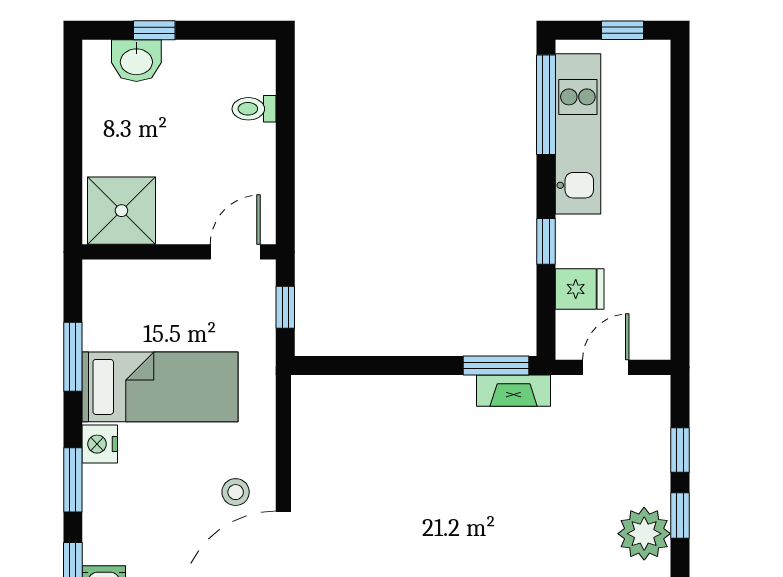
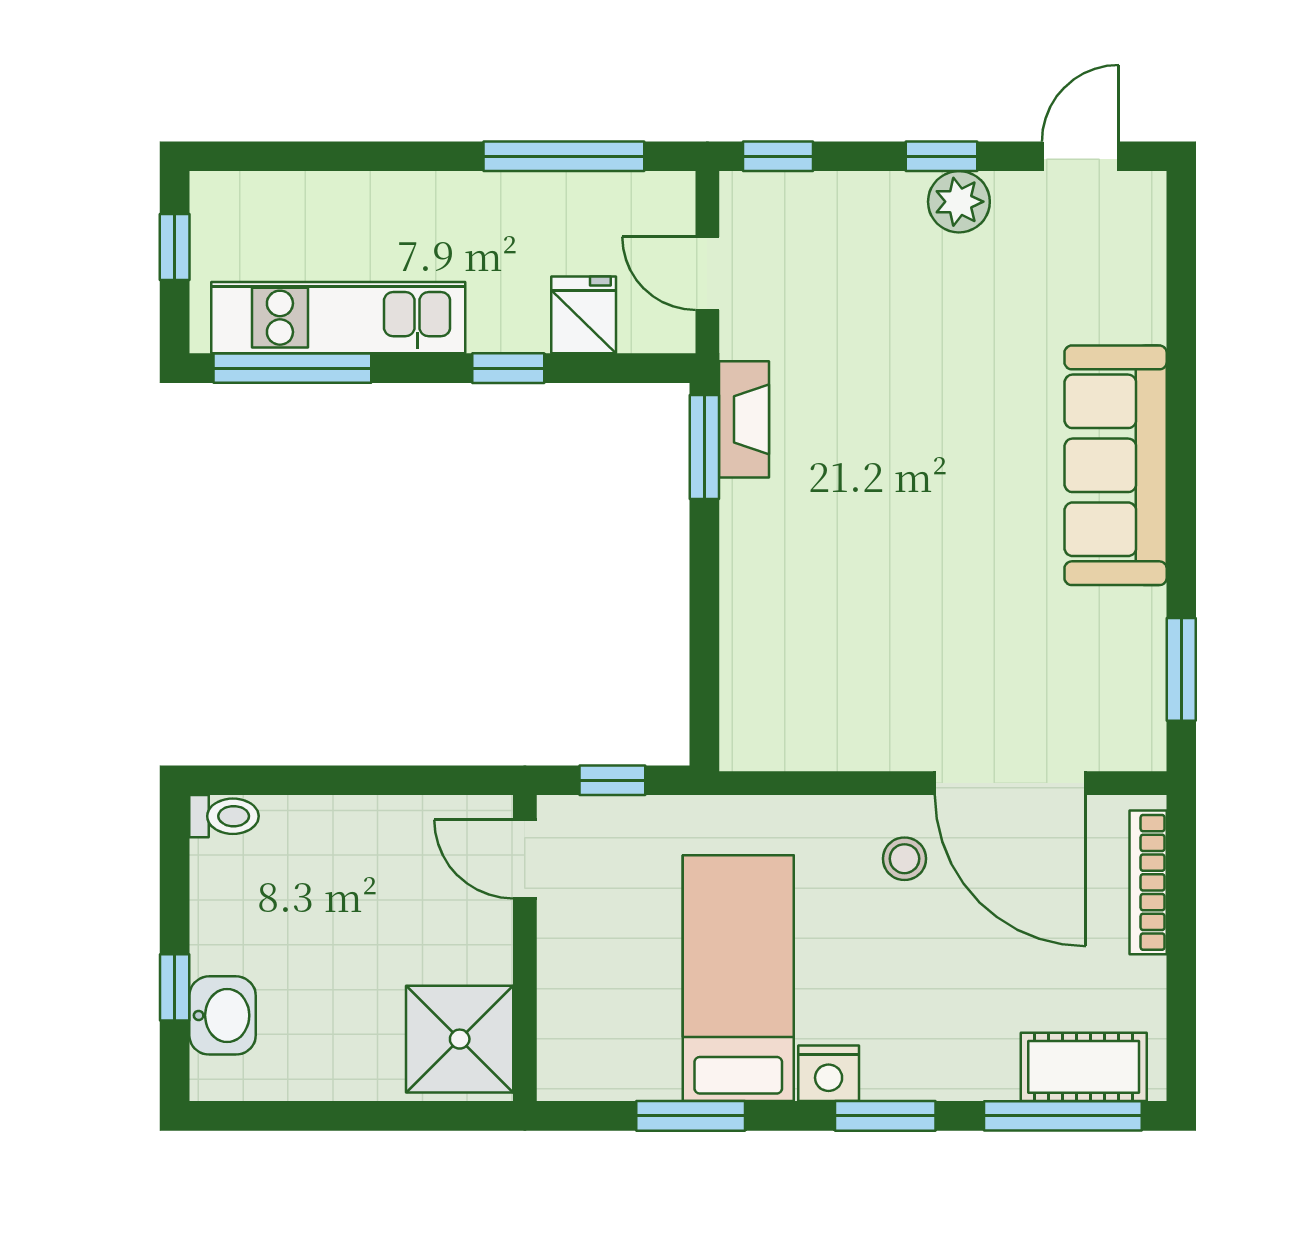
toilet: (254, 109) -> (224, 816), moved, turned -90
window: (680, 277) -> (564, 156), added
window: (680, 450) -> (778, 156), moved
plant: (644, 534) -> (959, 202), width x0.73, depth x0.73

